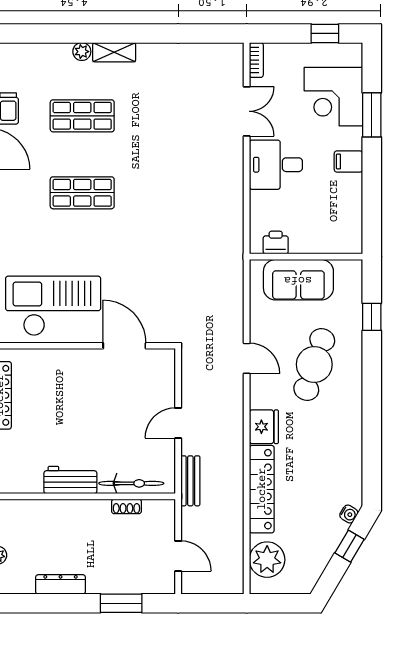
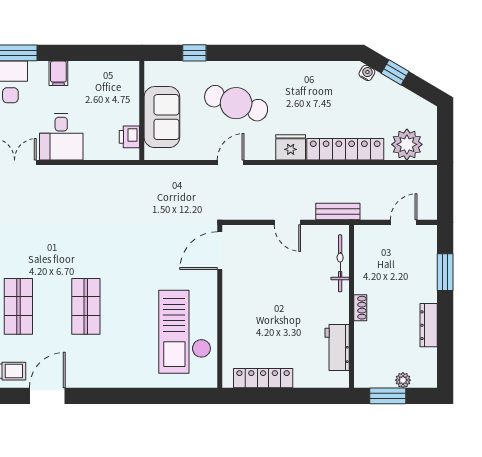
door: (124, 346) -> (220, 251), moved
workbench: (70, 480) -> (337, 348), moved
shoe rack: (126, 506) -> (360, 308), moved

